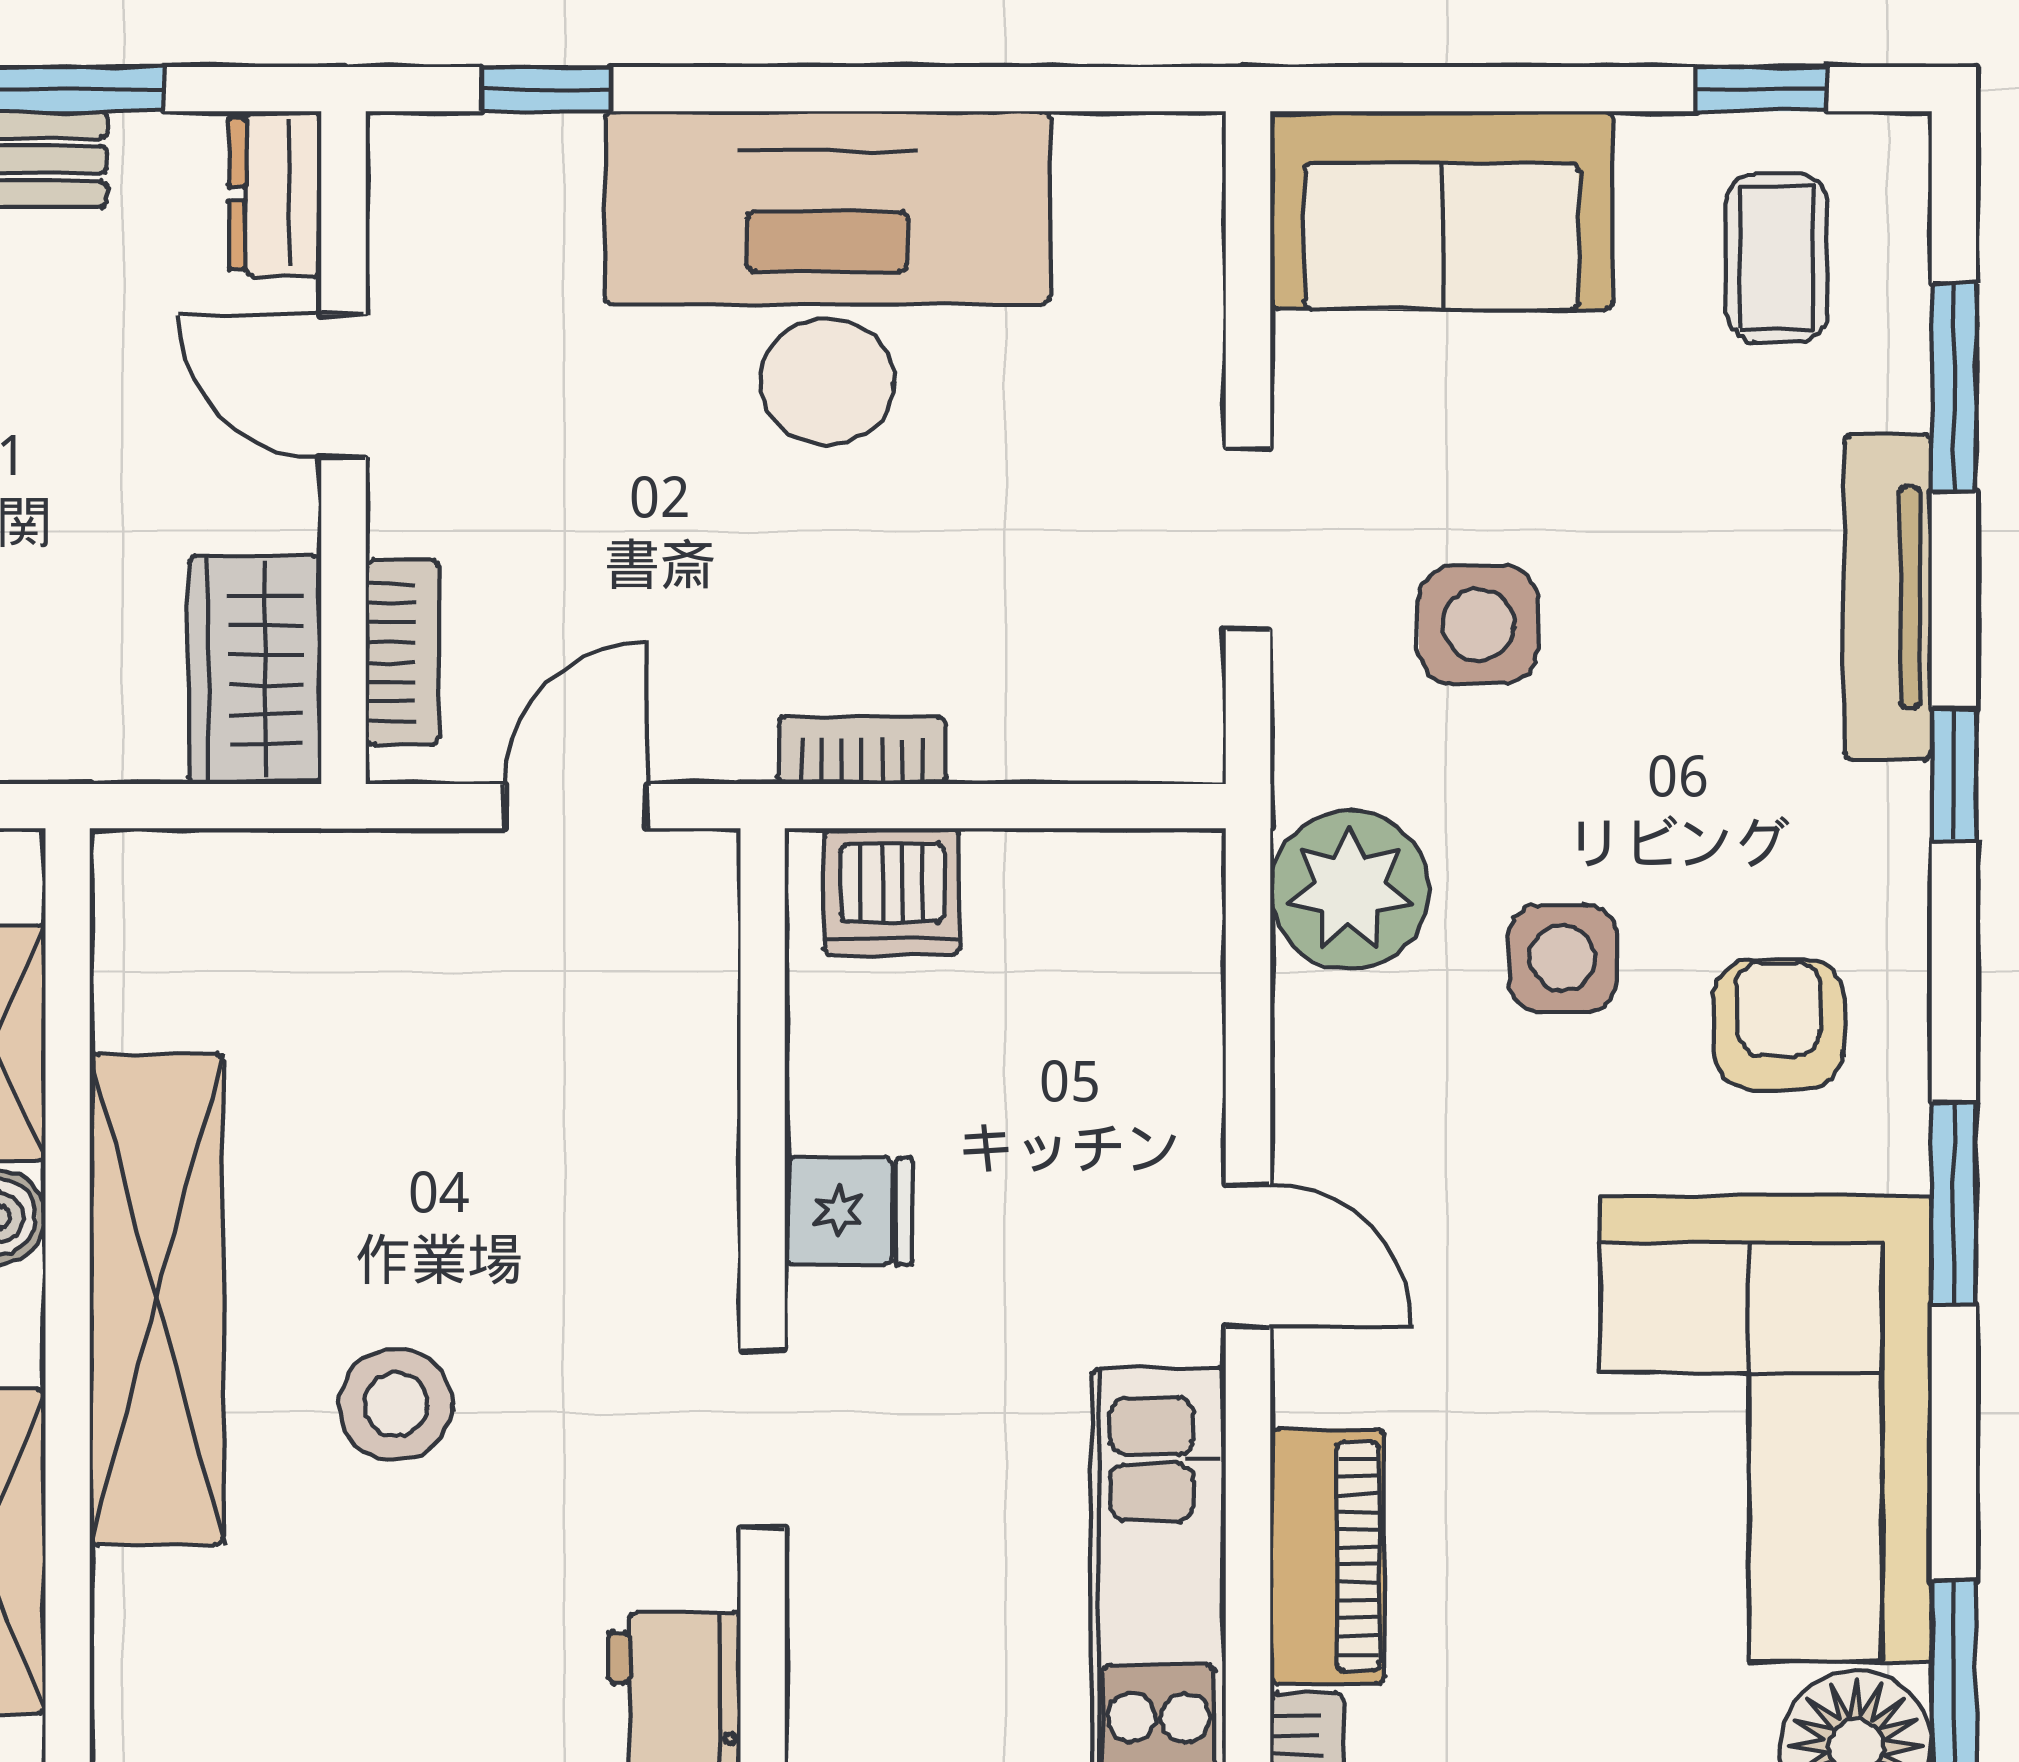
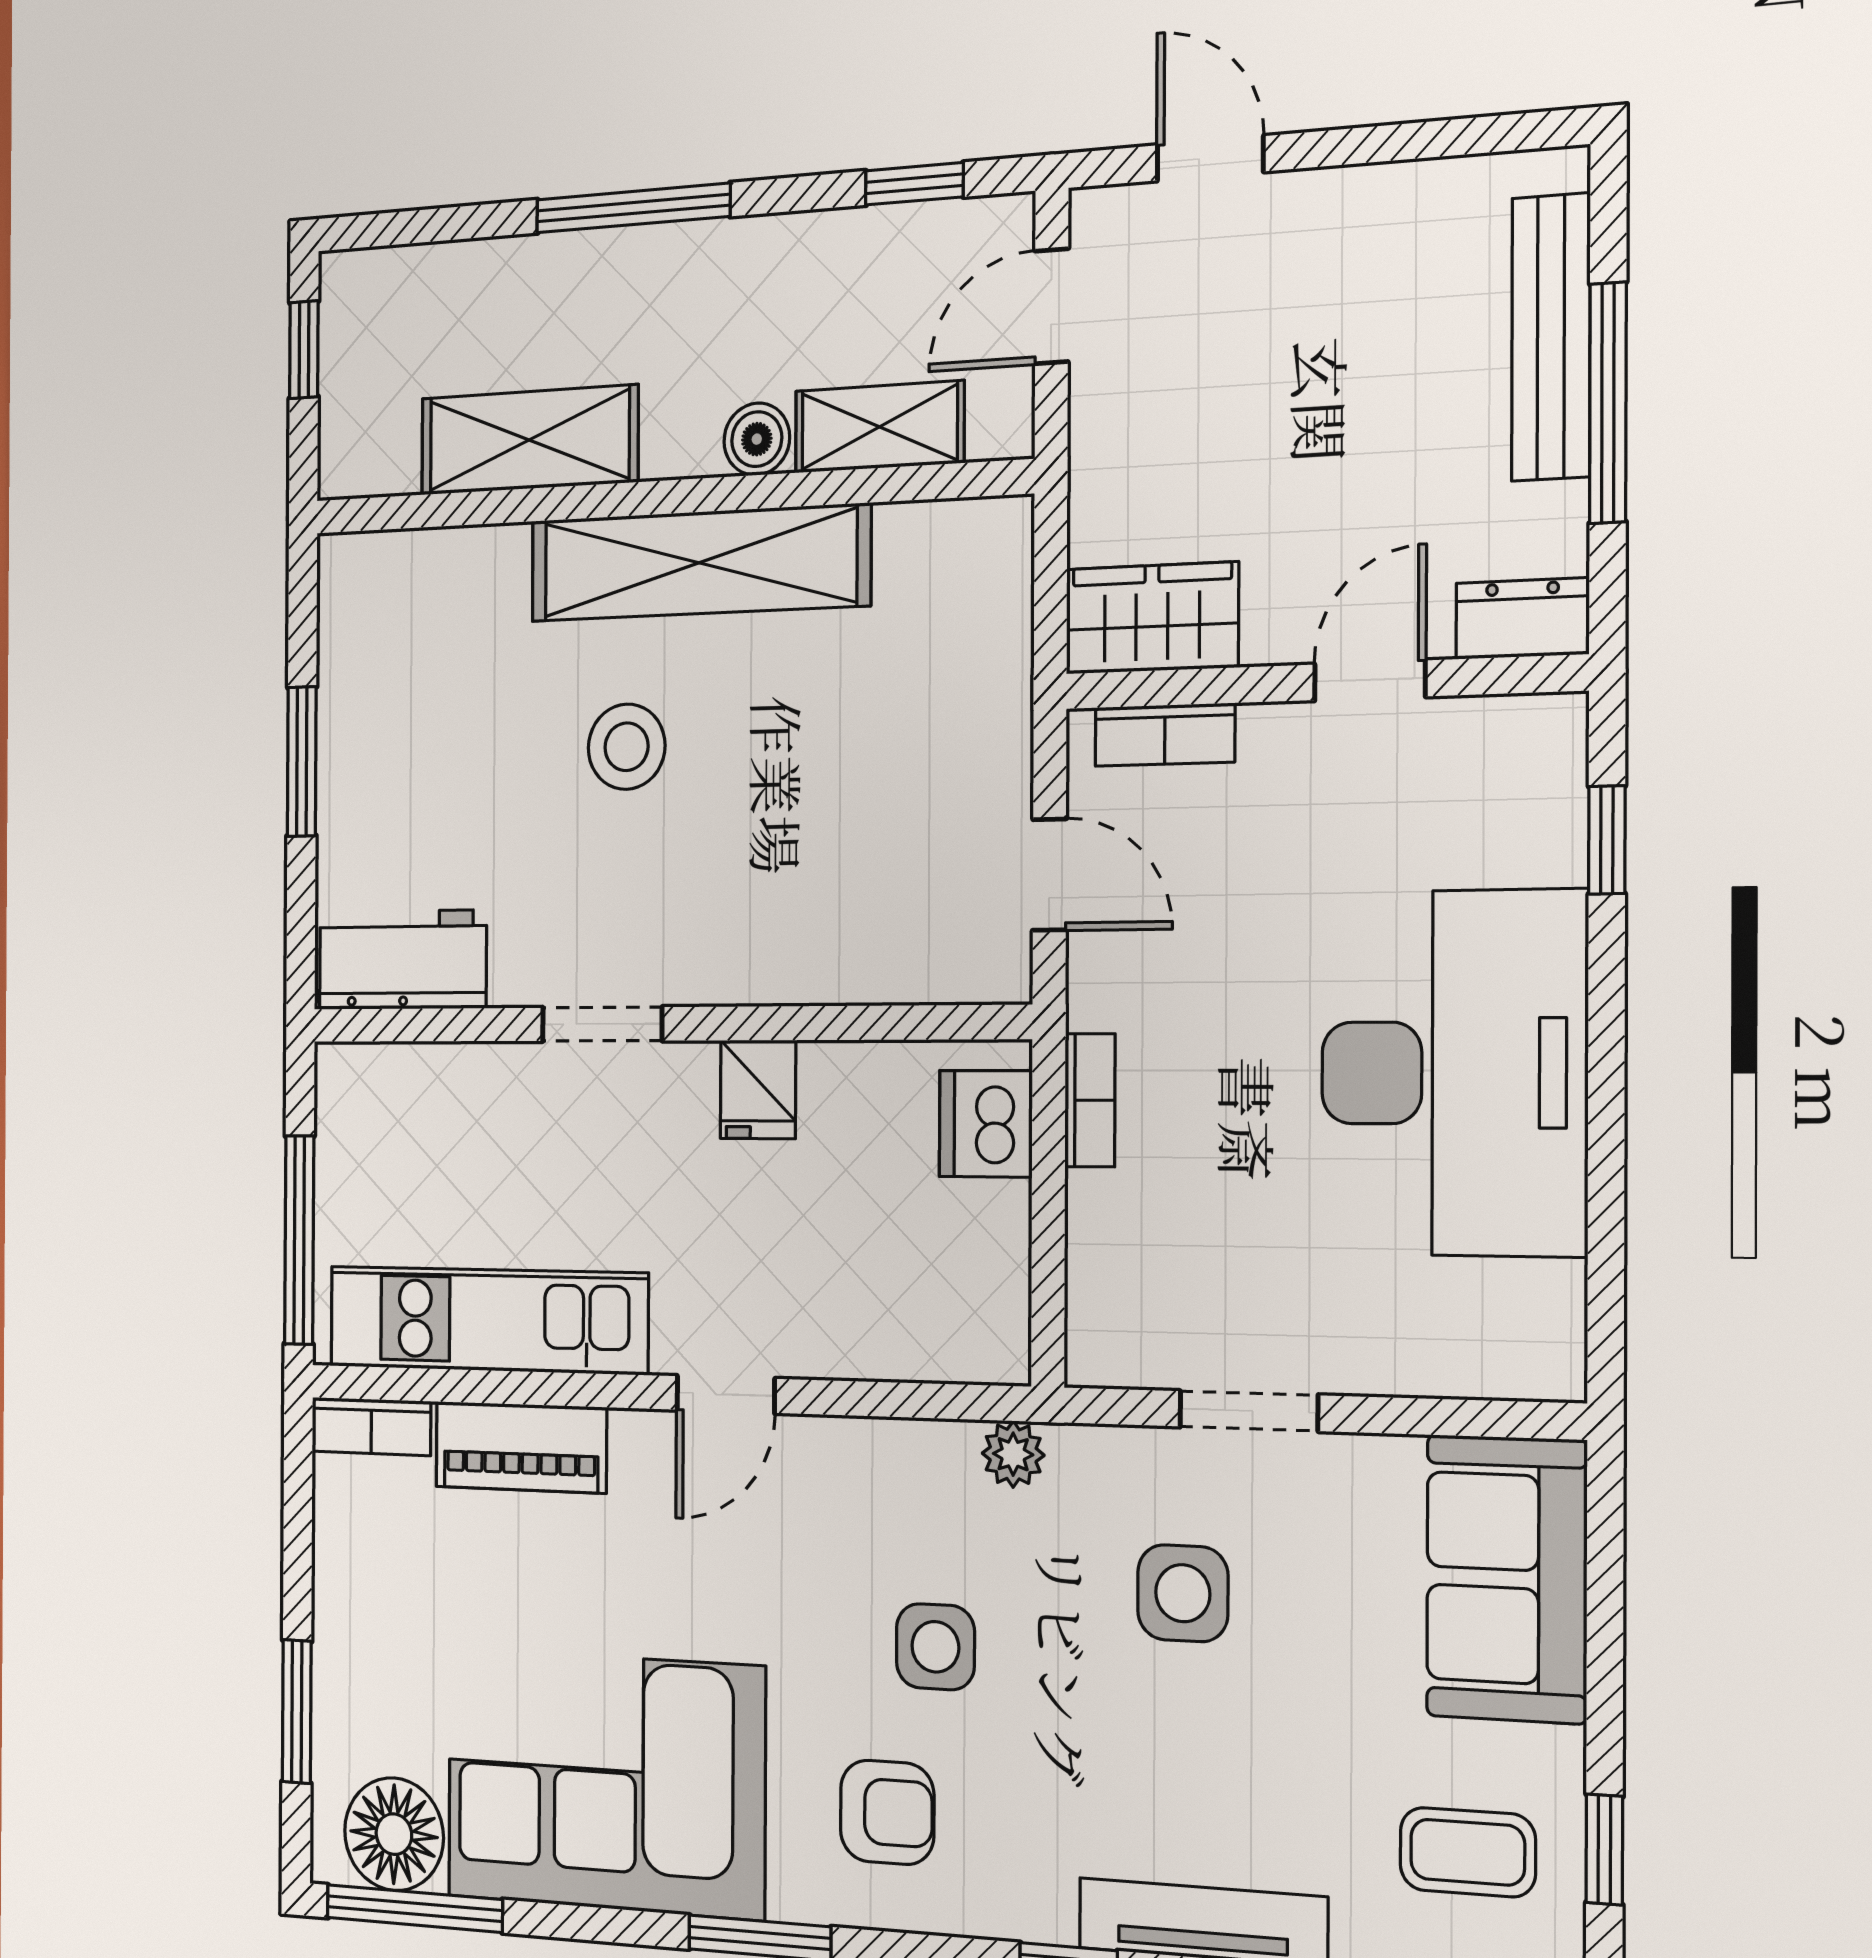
plant: (1349, 890) -> (1013, 1454), width x0.53, depth x0.53

